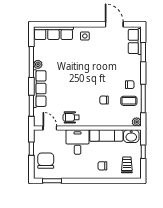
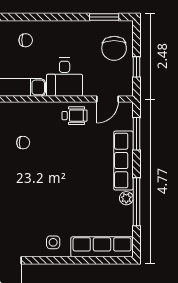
door: (50, 128) -> (107, 99), hinge flipped

